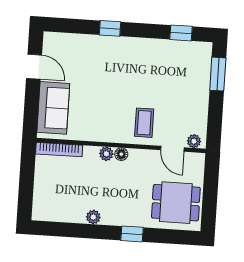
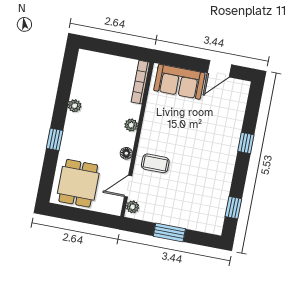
window: (218, 74) -> (169, 232), moved
floor lamp: (121, 154) -> (126, 153), moved

